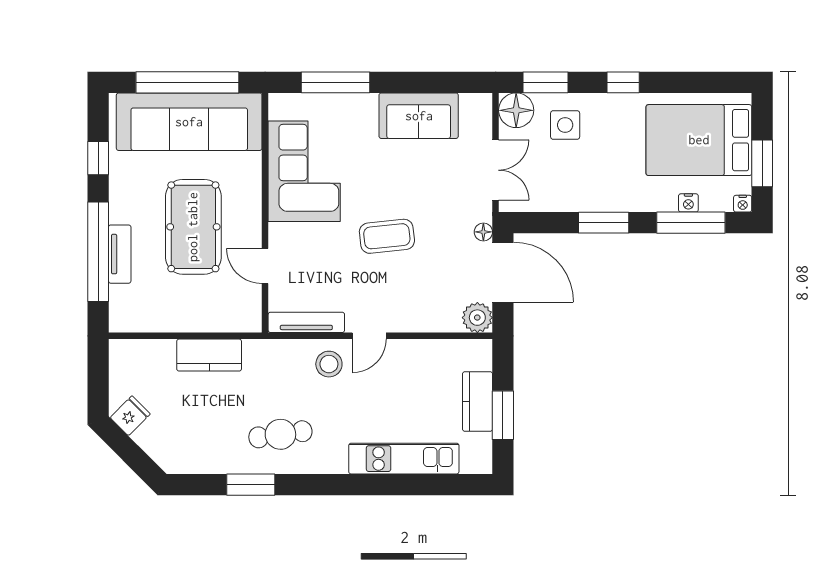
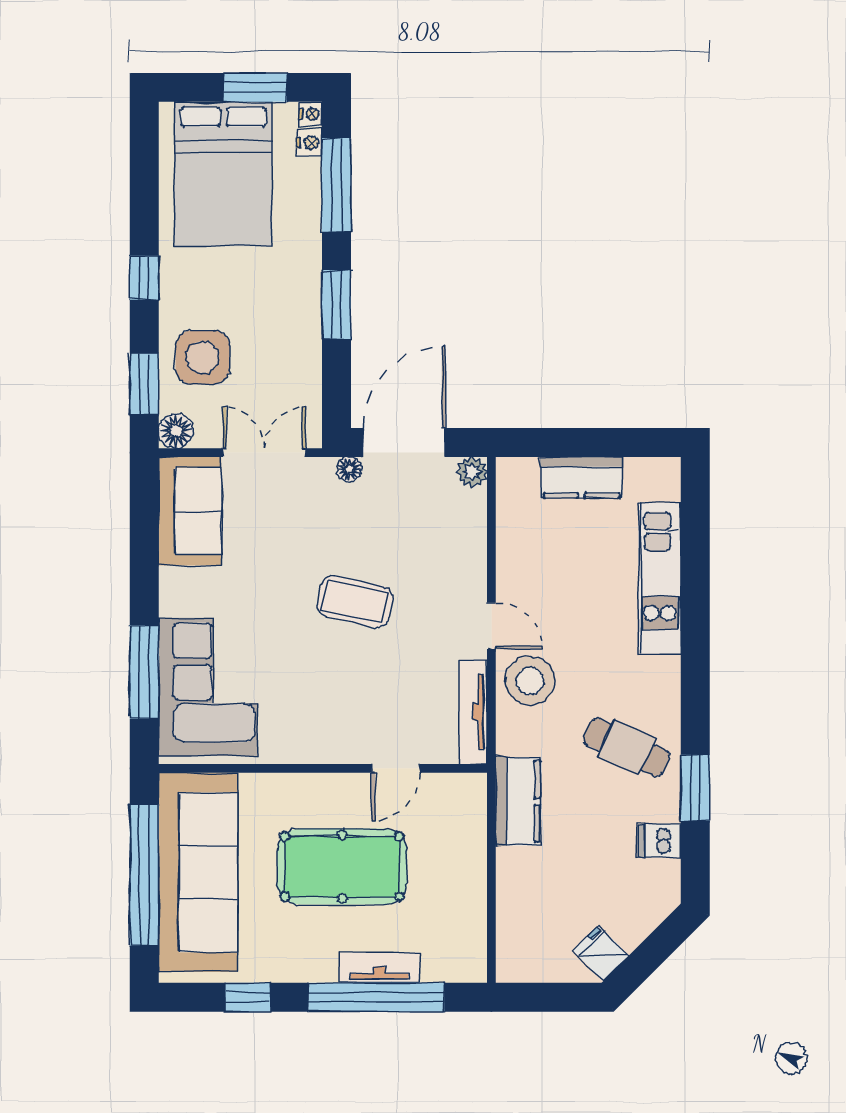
floor lamp: (516, 110) -> (176, 431), width x0.73, depth x0.73
sofa: (419, 116) -> (190, 511), moved
side table: (565, 125) -> (203, 357), width x1.37, depth x1.37
corner sofa: (304, 171) -> (208, 687), moved, turned 90
nightstand: (688, 203) -> (309, 143), moved
coffee table: (387, 236) -> (355, 601), turned -72
plant: (477, 318) -> (472, 472), width x0.73, depth x0.73
kitchen counter: (209, 355) -> (518, 801), moved
stool: (329, 364) -> (530, 681), width x1.38, depth x1.38
window: (503, 415) -> (600, 443), removed
cafe table: (280, 434) -> (626, 747), turned -57
dishwasher: (212, 458) -> (659, 841), added

